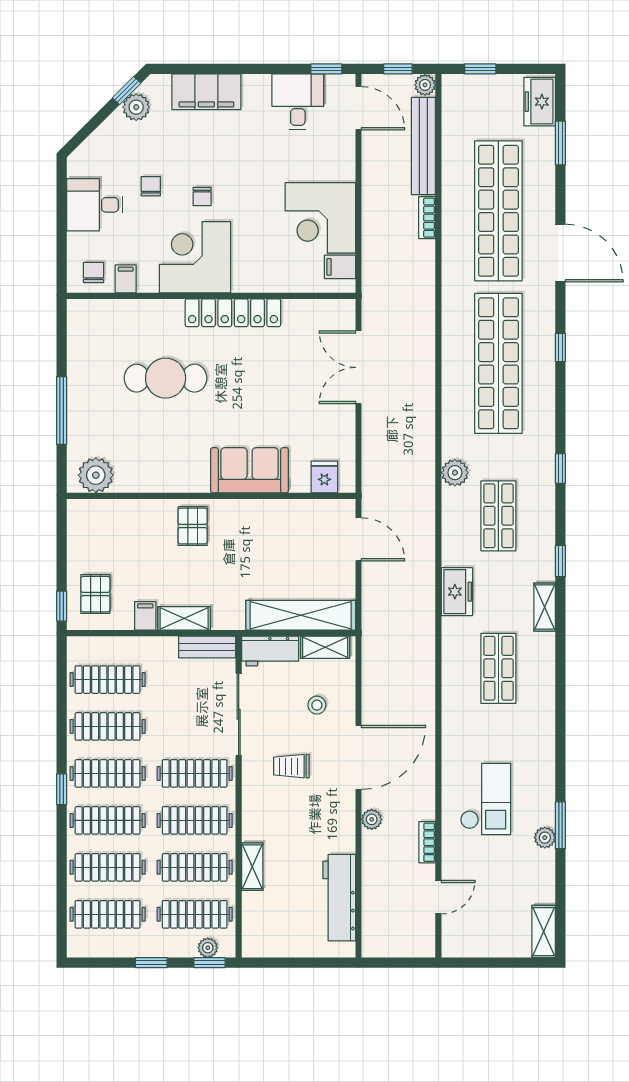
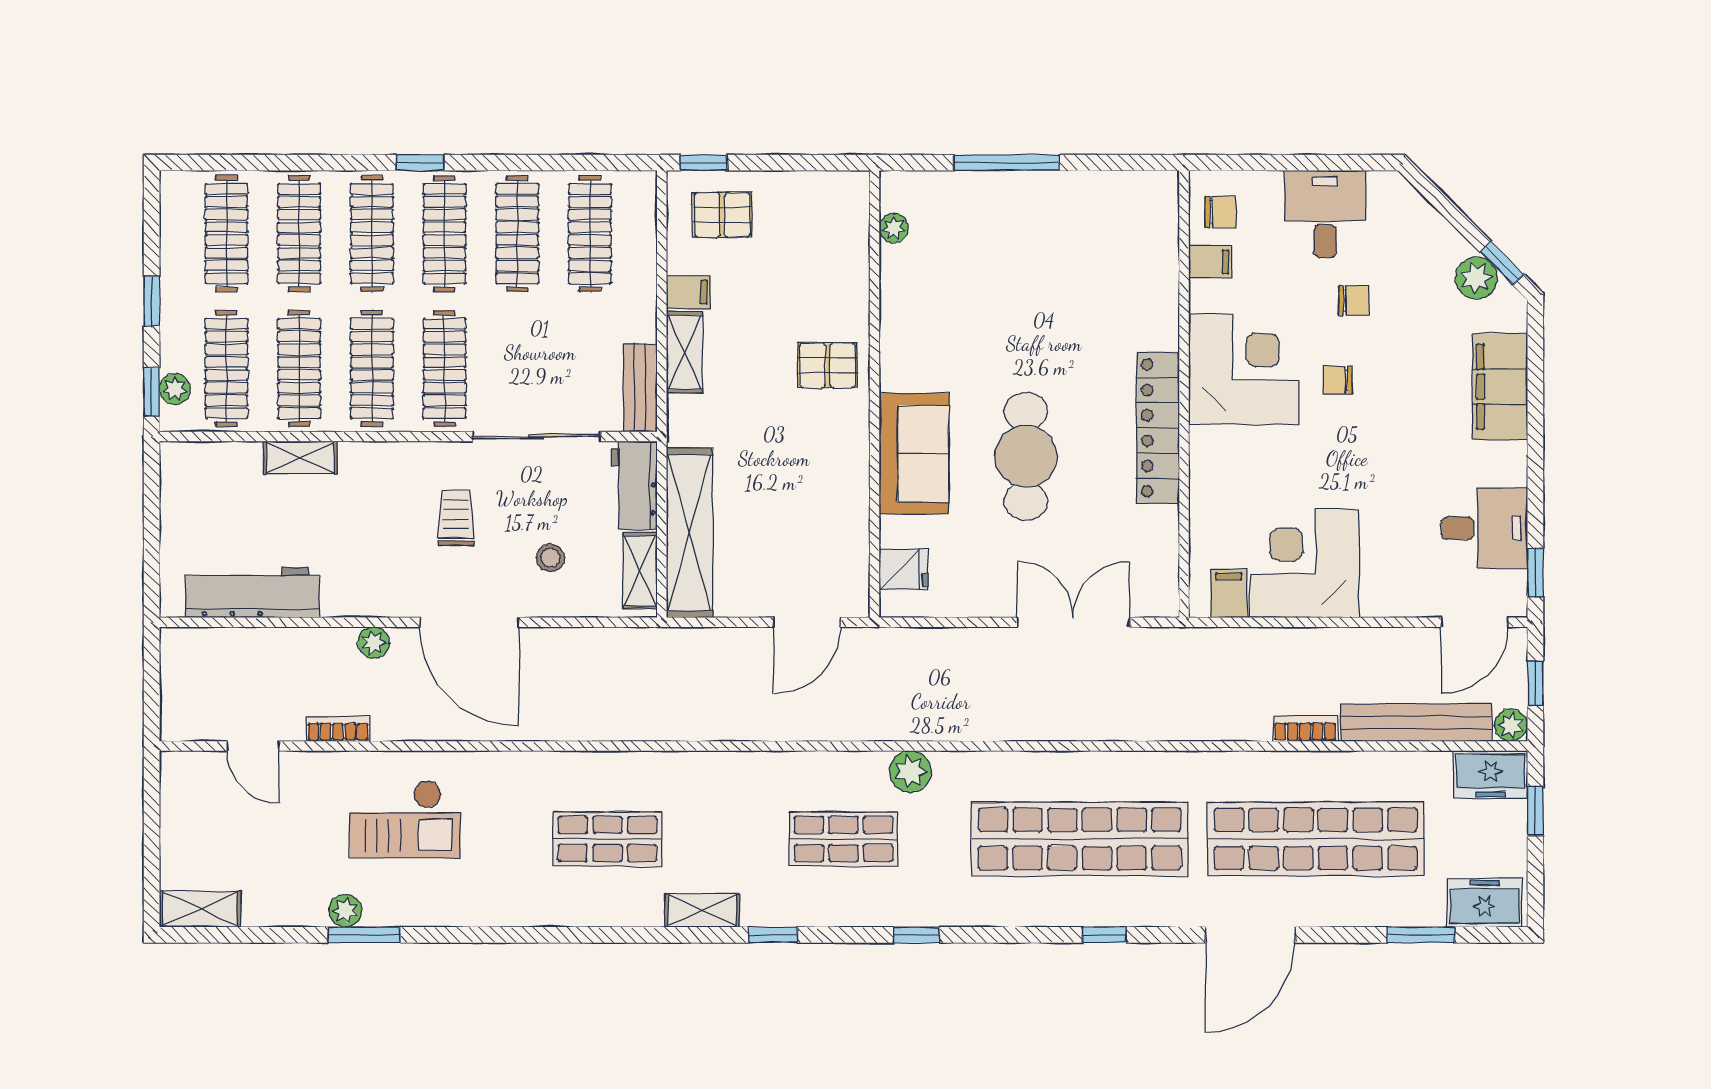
cafe table: (166, 378) -> (1026, 456), moved
plant: (96, 475) -> (894, 228), width x0.53, depth x0.53
freezer: (457, 592) -> (1491, 775), moved

